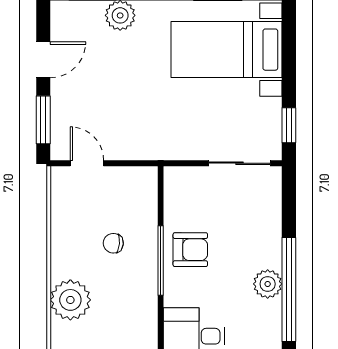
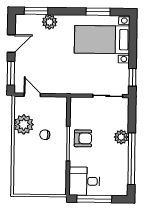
plant: (268, 284) -> (121, 137), moved
plant: (70, 300) -> (24, 124), moved

